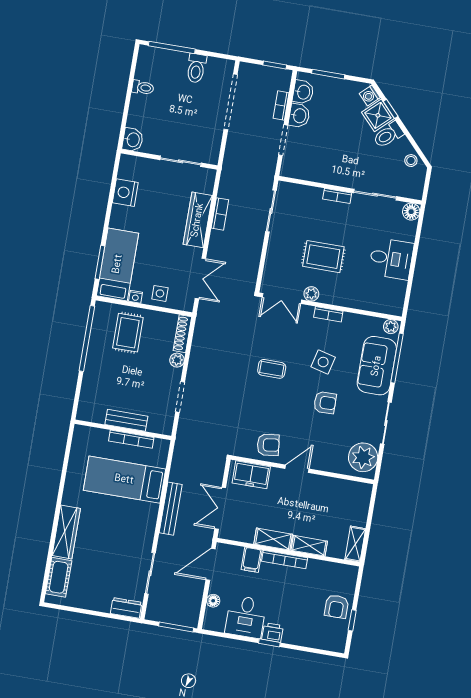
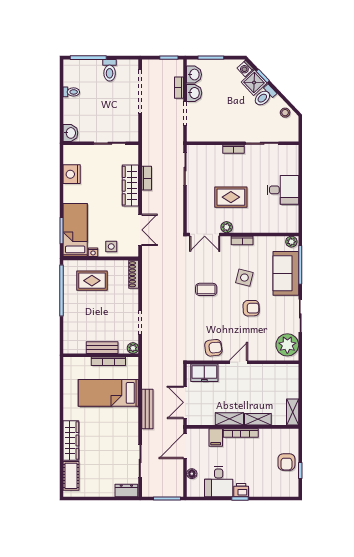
floor lamp: (411, 212) -> (292, 151), removed
rug: (128, 333) -> (92, 281), turned 90
plant: (177, 360) -> (133, 348), moved

